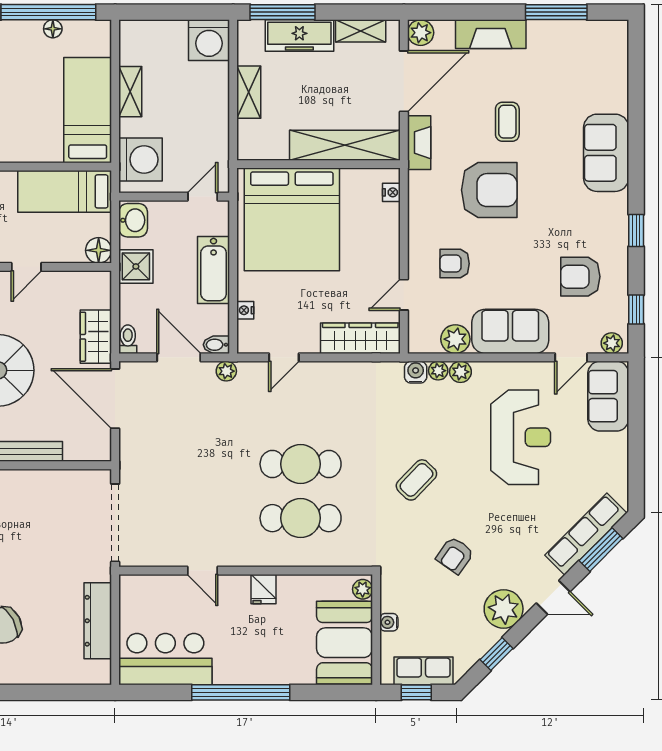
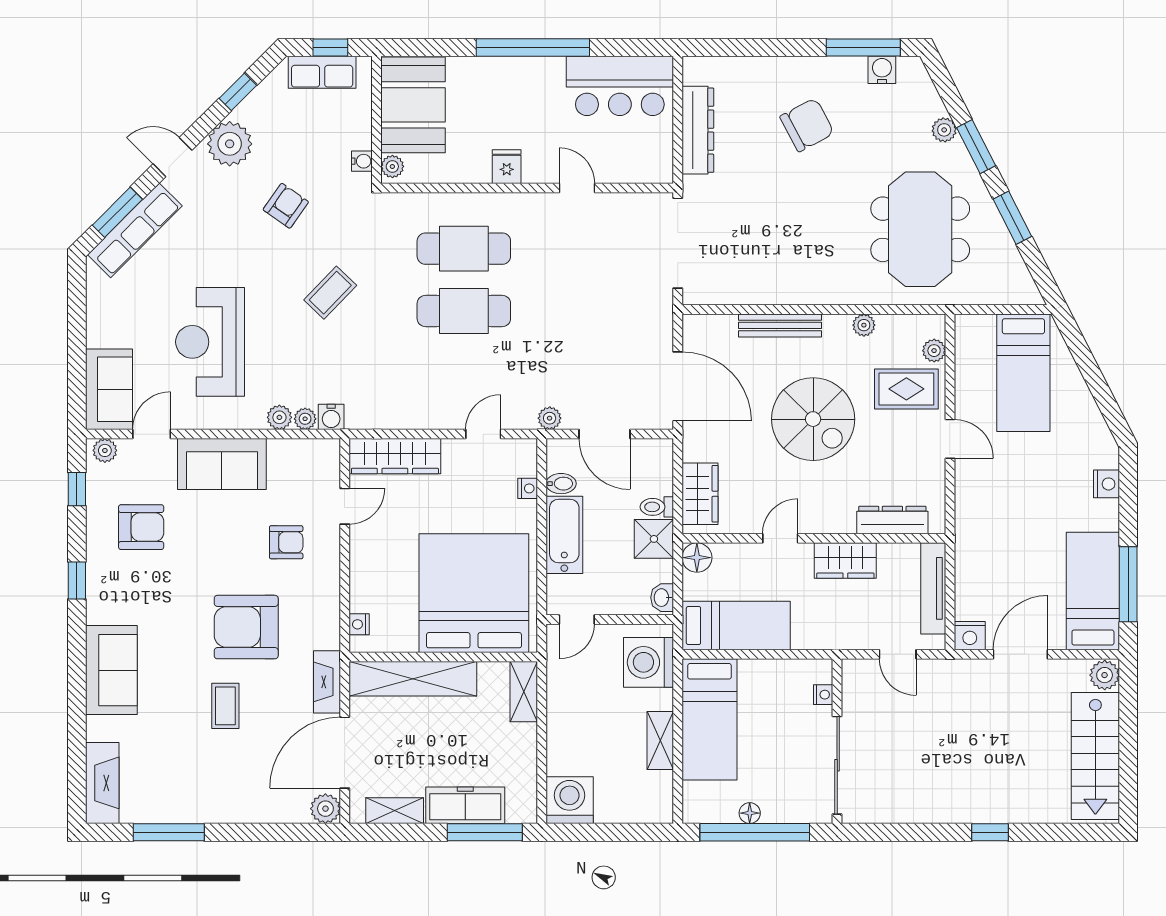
fireplace: (491, 34) -> (102, 783), moved, turned 90
shelving: (249, 92) -> (524, 692), moved
washbasin: (133, 220) -> (662, 598), width x0.72, depth x0.69
wardrobe: (96, 337) -> (700, 494), moved
toilet: (128, 339) -> (657, 507), moved, turned 90
plant: (455, 339) -> (285, 455), removed
bidet: (216, 345) -> (561, 484), moved
water cooler: (389, 622) -> (362, 161), moved

